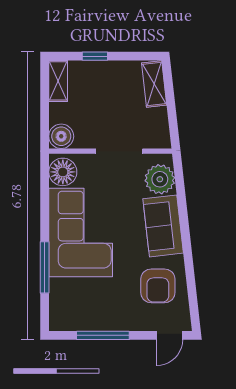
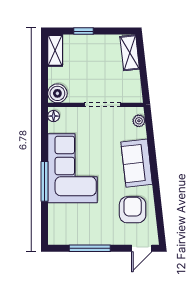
floor lamp: (63, 172) -> (54, 116), width x0.53, depth x0.53
plant: (160, 179) -> (139, 121), width x0.53, depth x0.53
window: (45, 267) -> (45, 181), moved
armchair: (158, 286) -> (133, 210), turned 180

